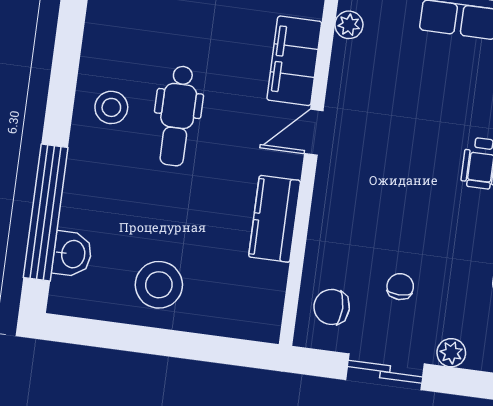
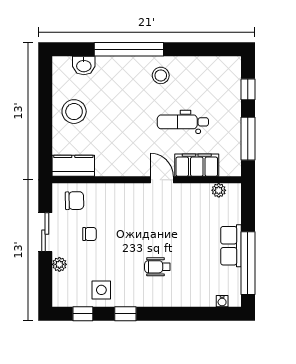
dental chair: (177, 116) -> (183, 122), moved
window: (46, 212) -> (129, 49), moved
kitchen counter: (275, 219) -> (73, 166), moved
chair: (332, 307) -> (74, 201), turned 89

